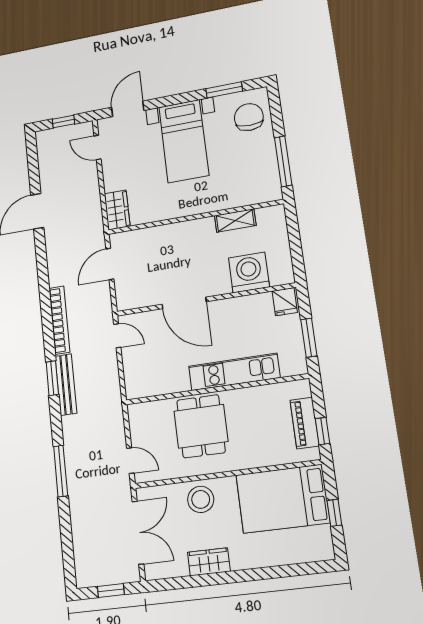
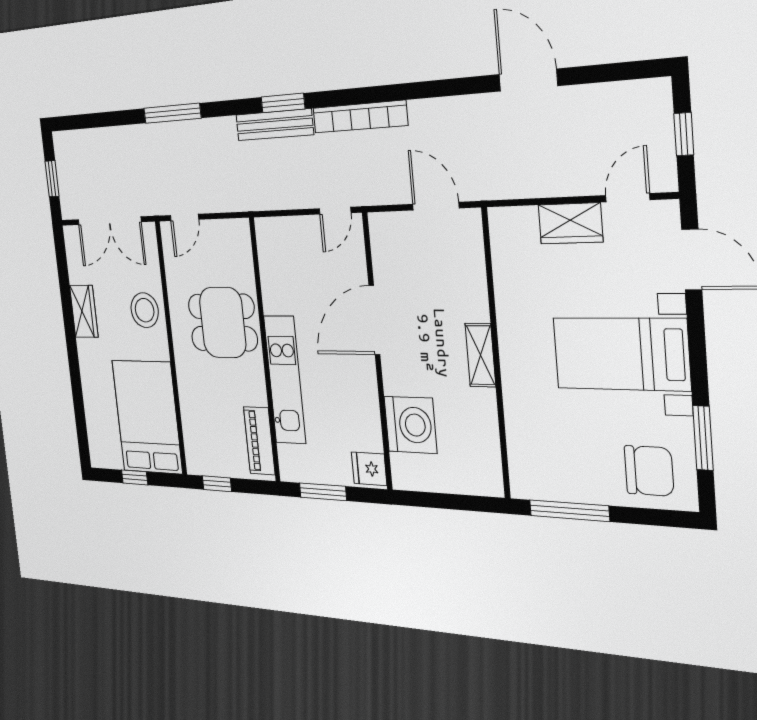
wardrobe: (117, 210) -> (570, 223), moved
shelving: (235, 221) -> (480, 355), moved
piano: (305, 423) -> (259, 441), moved, turned -90

